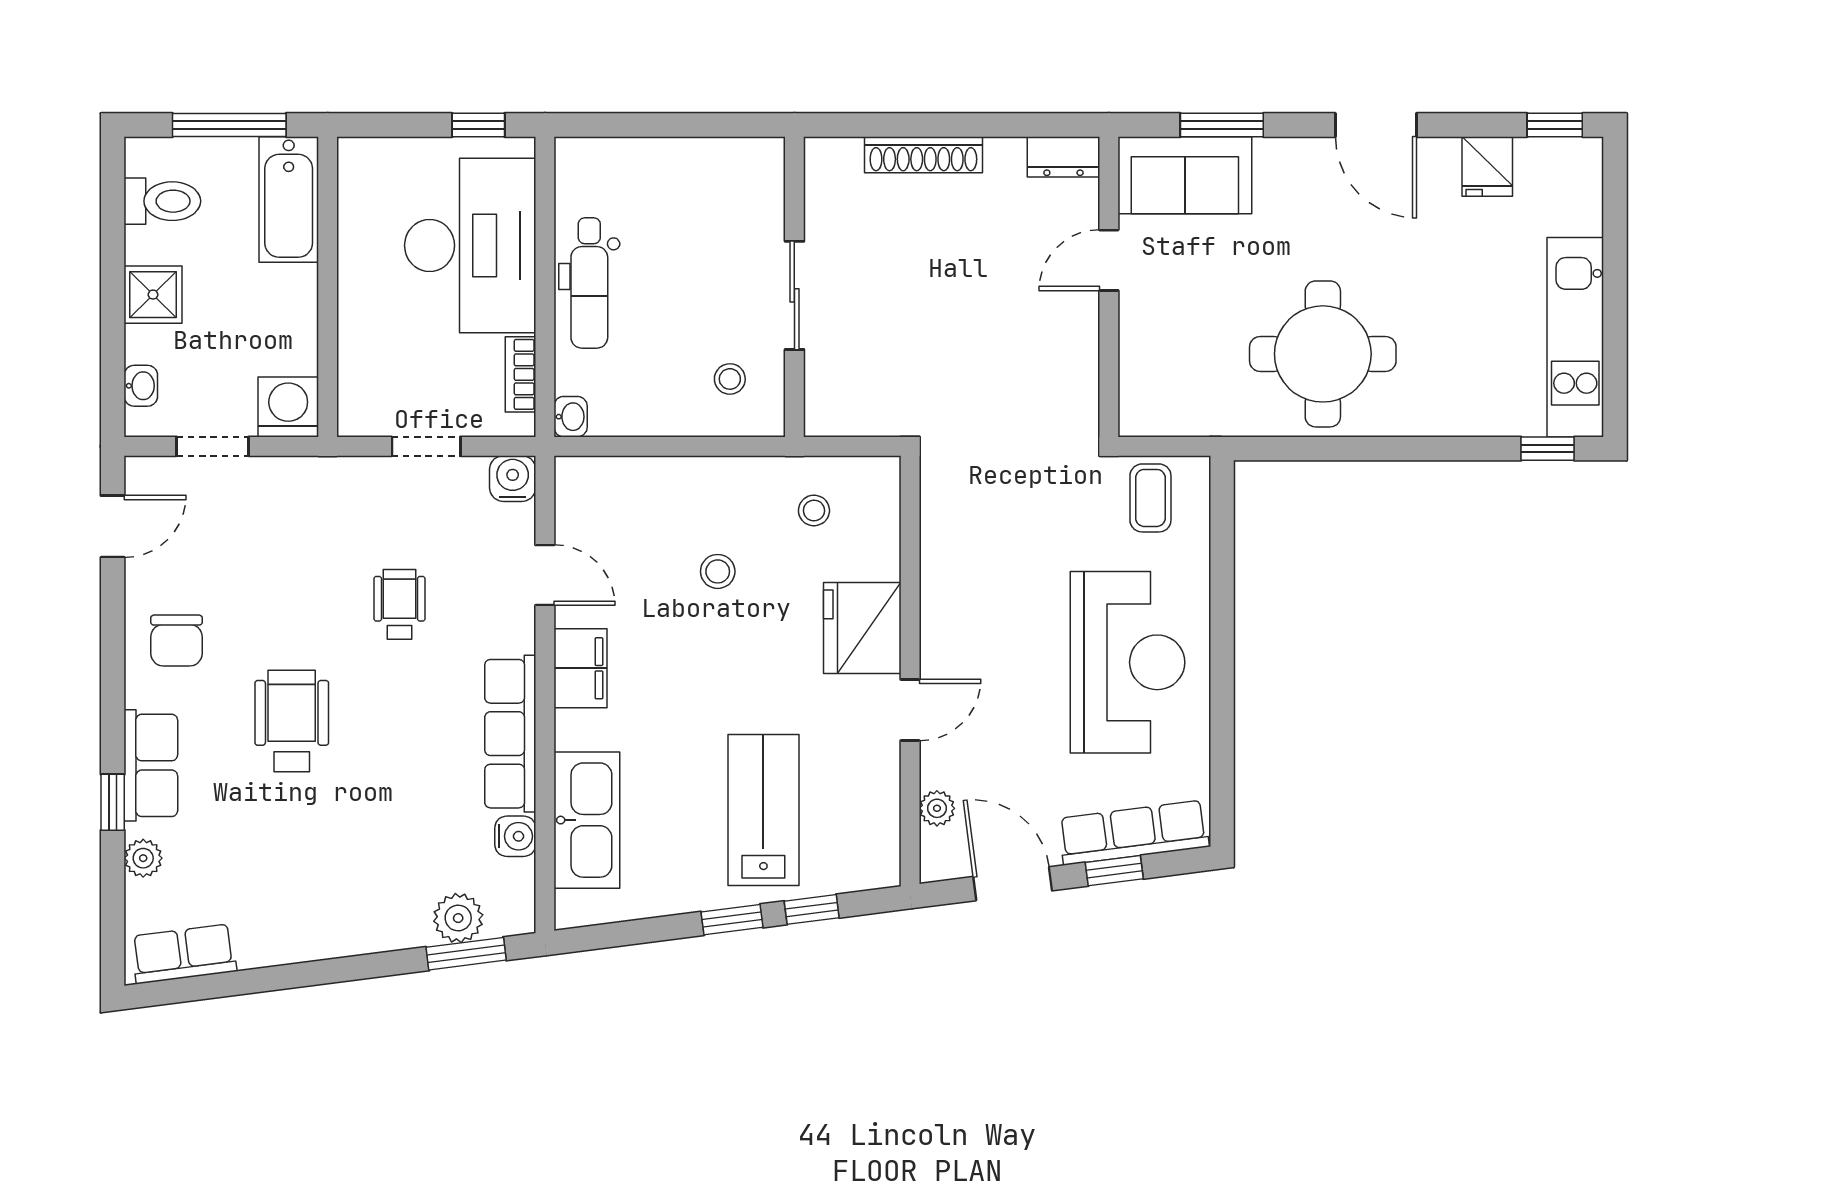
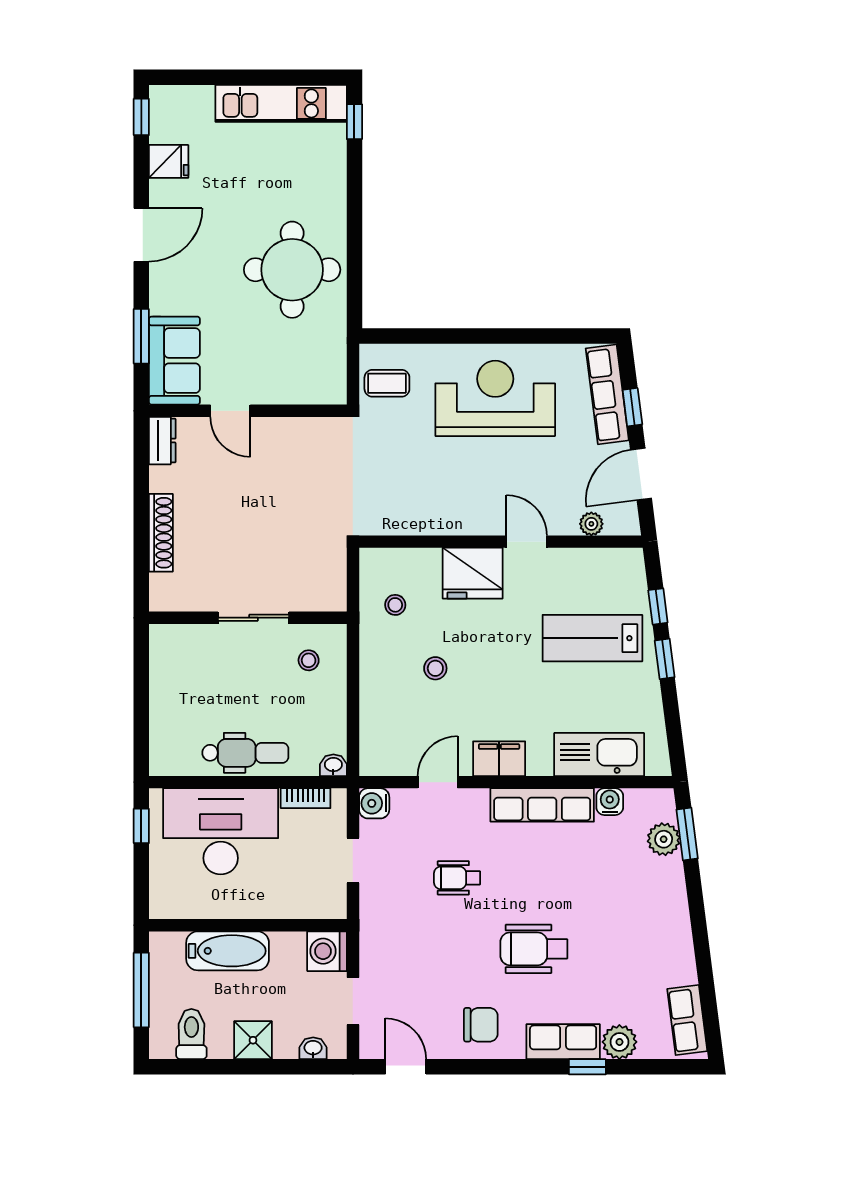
bathtub: (289, 200) -> (228, 951), moved
plant: (143, 858) -> (619, 1042), width x1.38, depth x1.38

